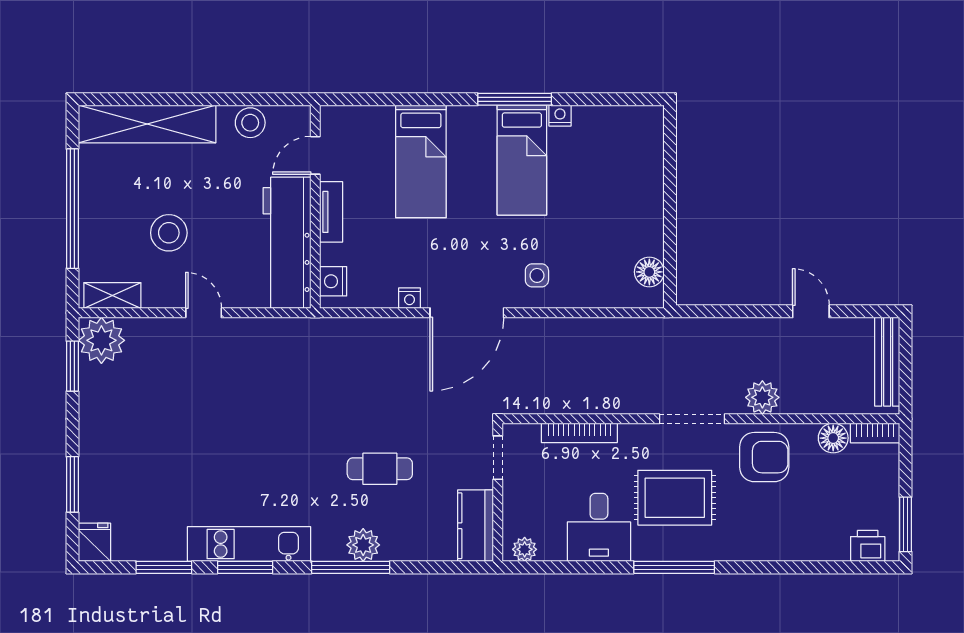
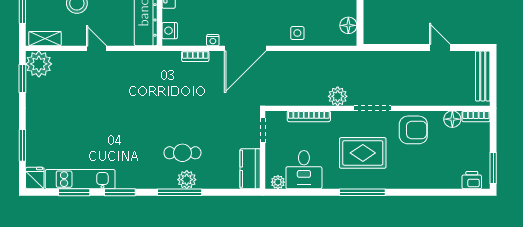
side table: (537, 275) -> (297, 33), moved
bookcase: (378, 327) -> (195, 56), added
plant: (762, 397) -> (338, 96), moved
cafe table: (380, 469) -> (182, 153), moved
desk: (599, 527) -> (304, 170), moved
kitchen unit: (249, 544) -> (80, 179), moved

